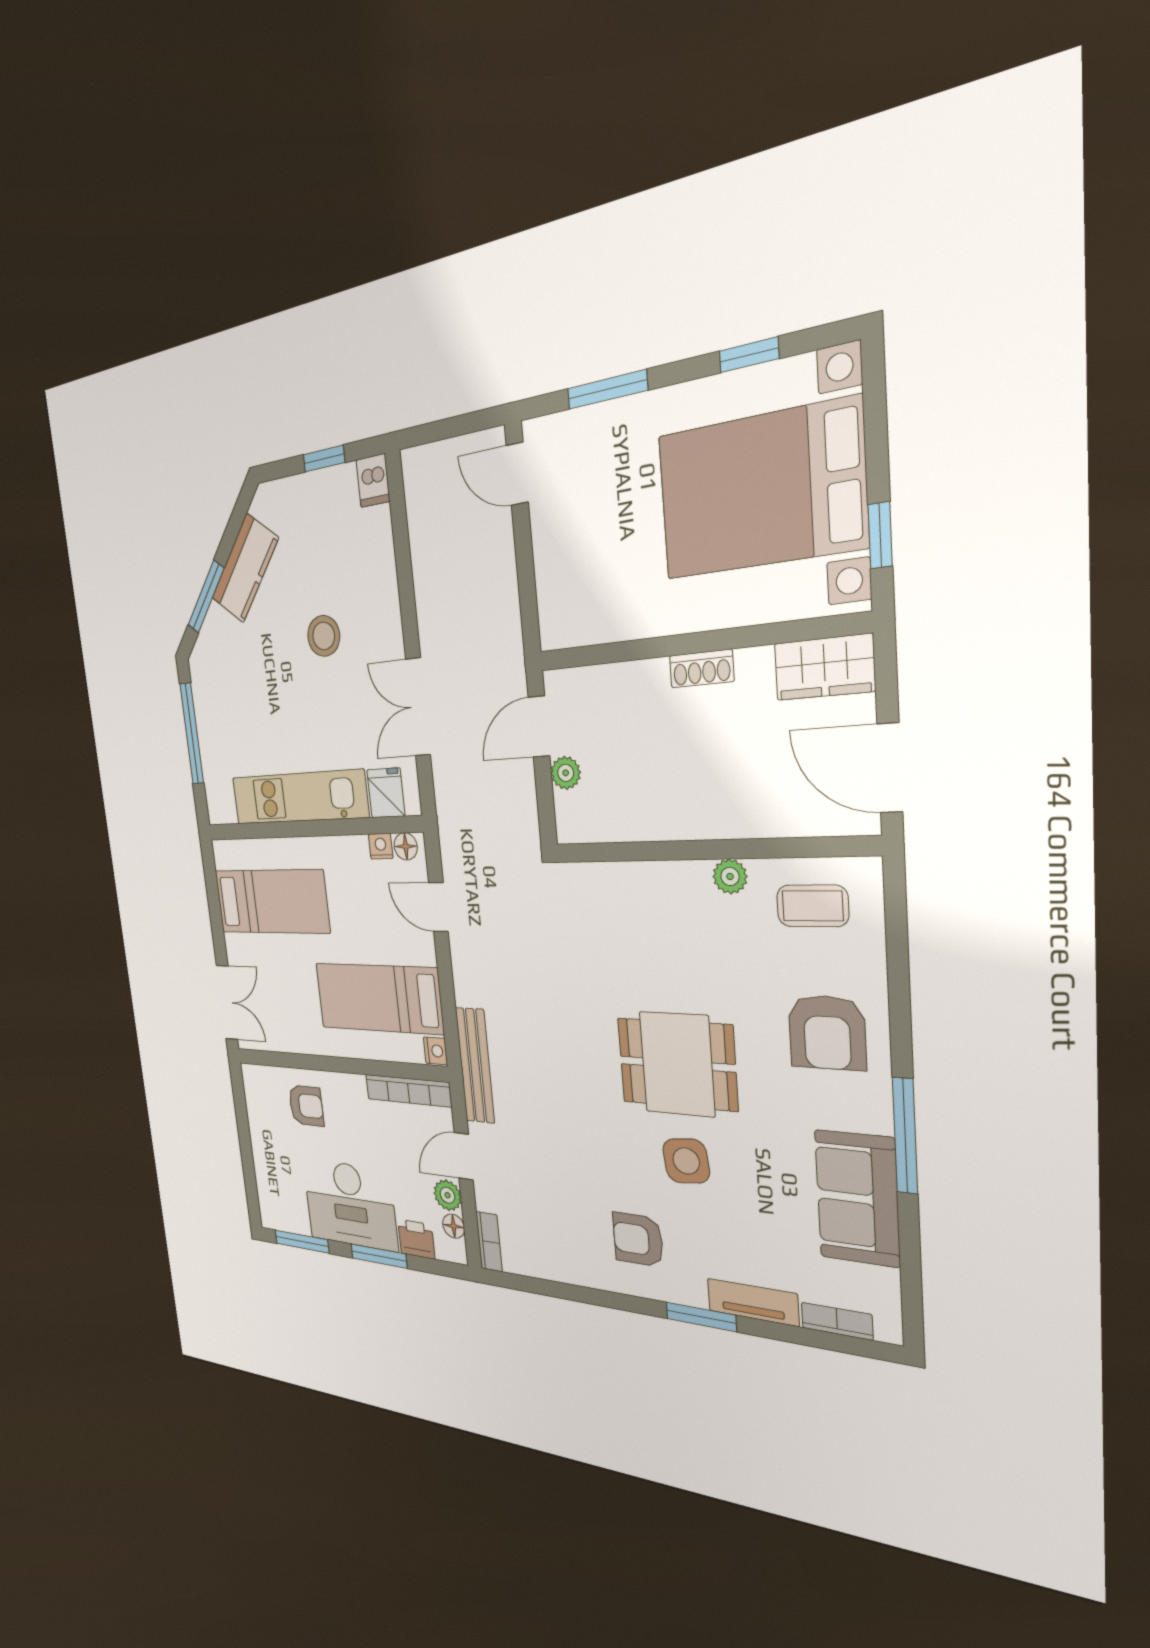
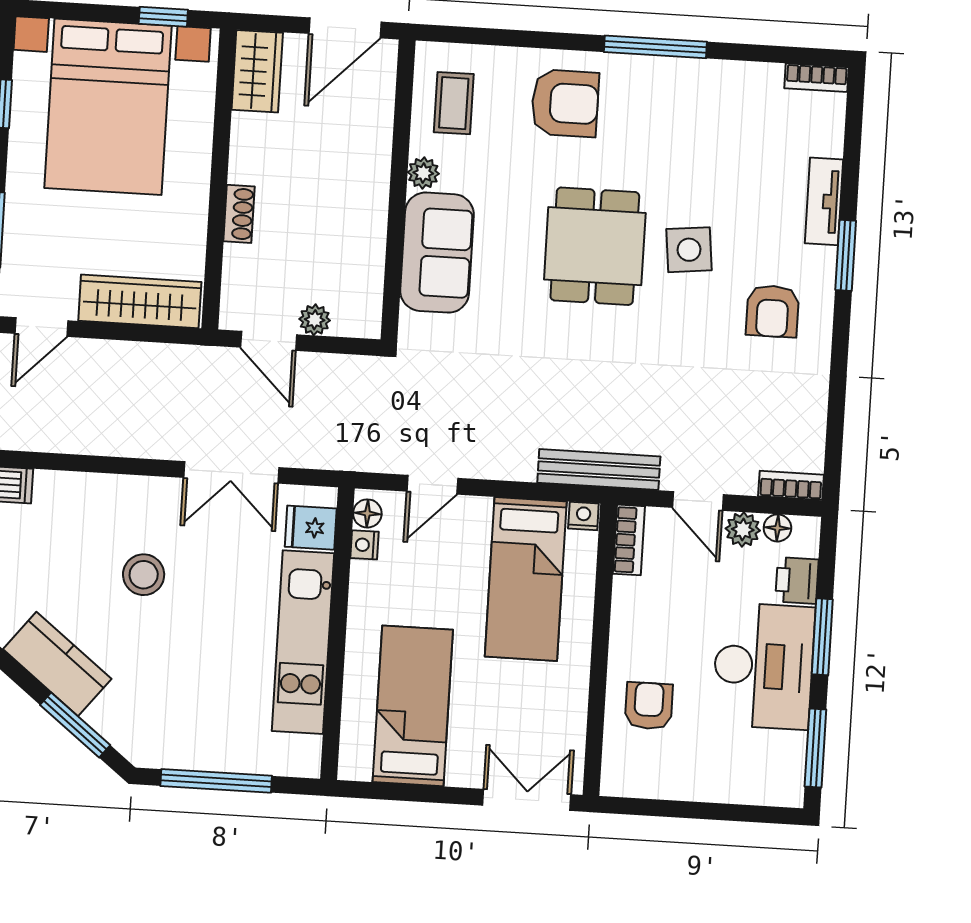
wardrobe: (557, 578) -> (140, 301), added
shoe rack: (702, 669) -> (239, 214), moved
bookcase: (408, 1091) -> (629, 540), width x0.64
sofa: (857, 1198) -> (437, 253), moved, turned -90
bookcase: (837, 1321) -> (817, 78), moved, turned -90

